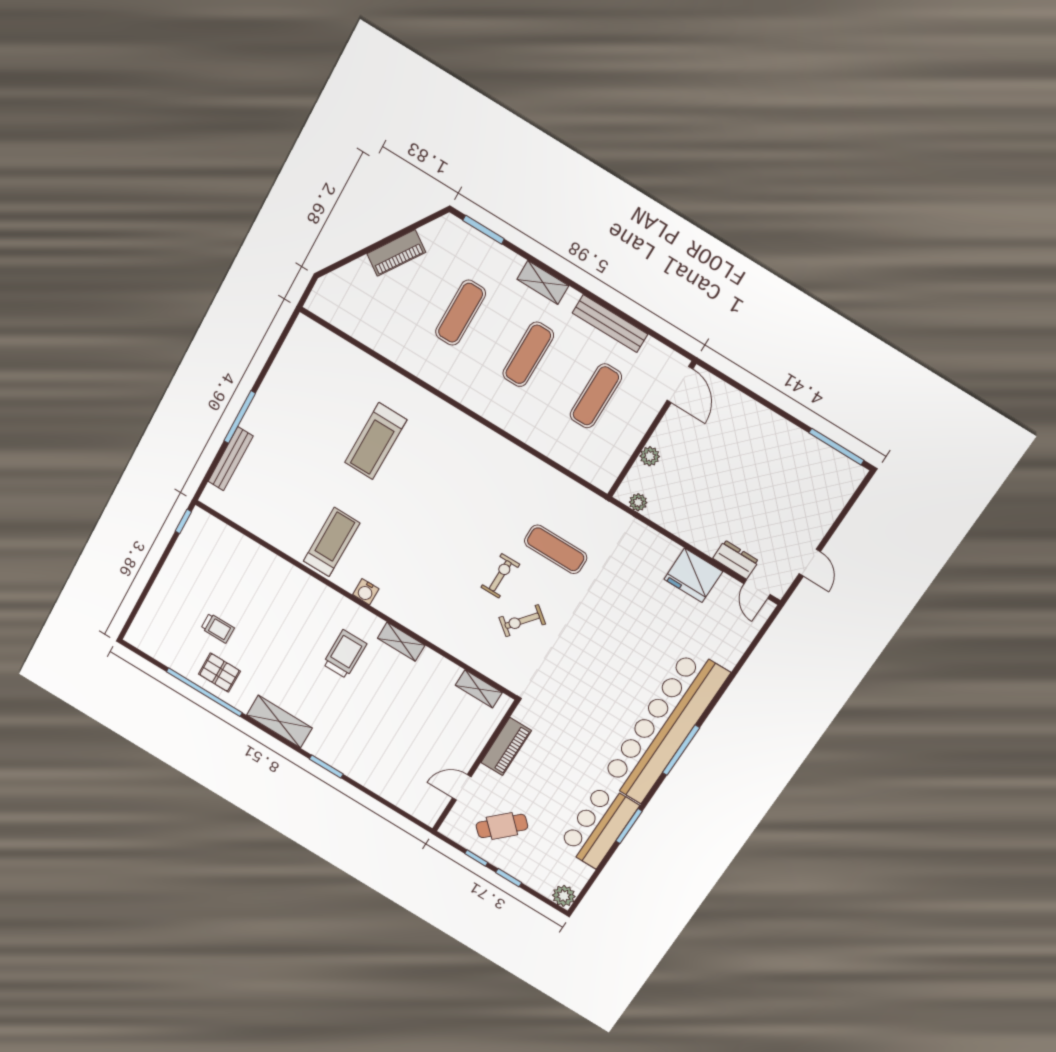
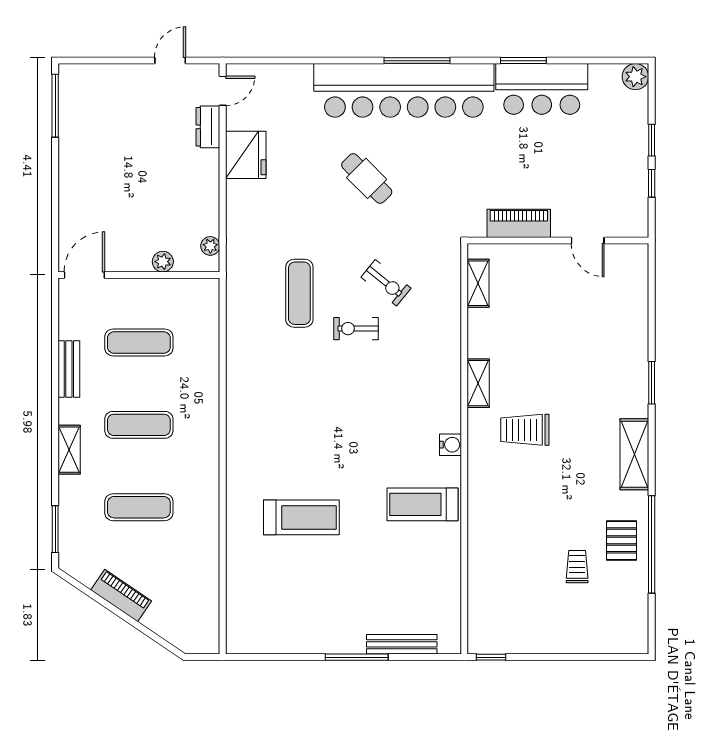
bench: (610, 324) -> (69, 369), width x0.73
cafe table: (502, 826) -> (367, 178), moved

